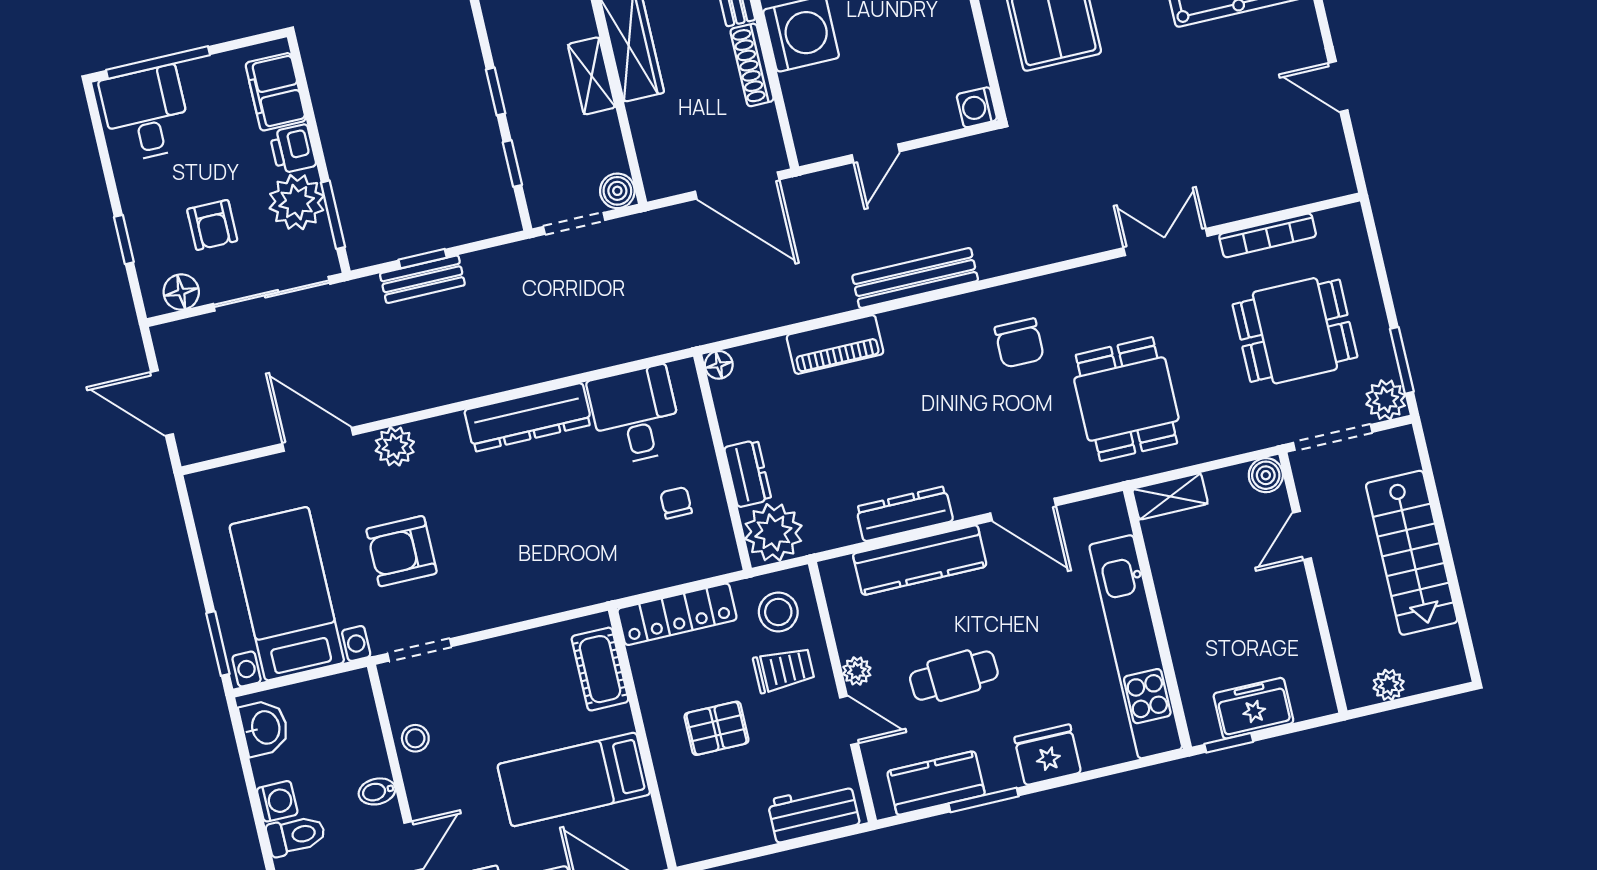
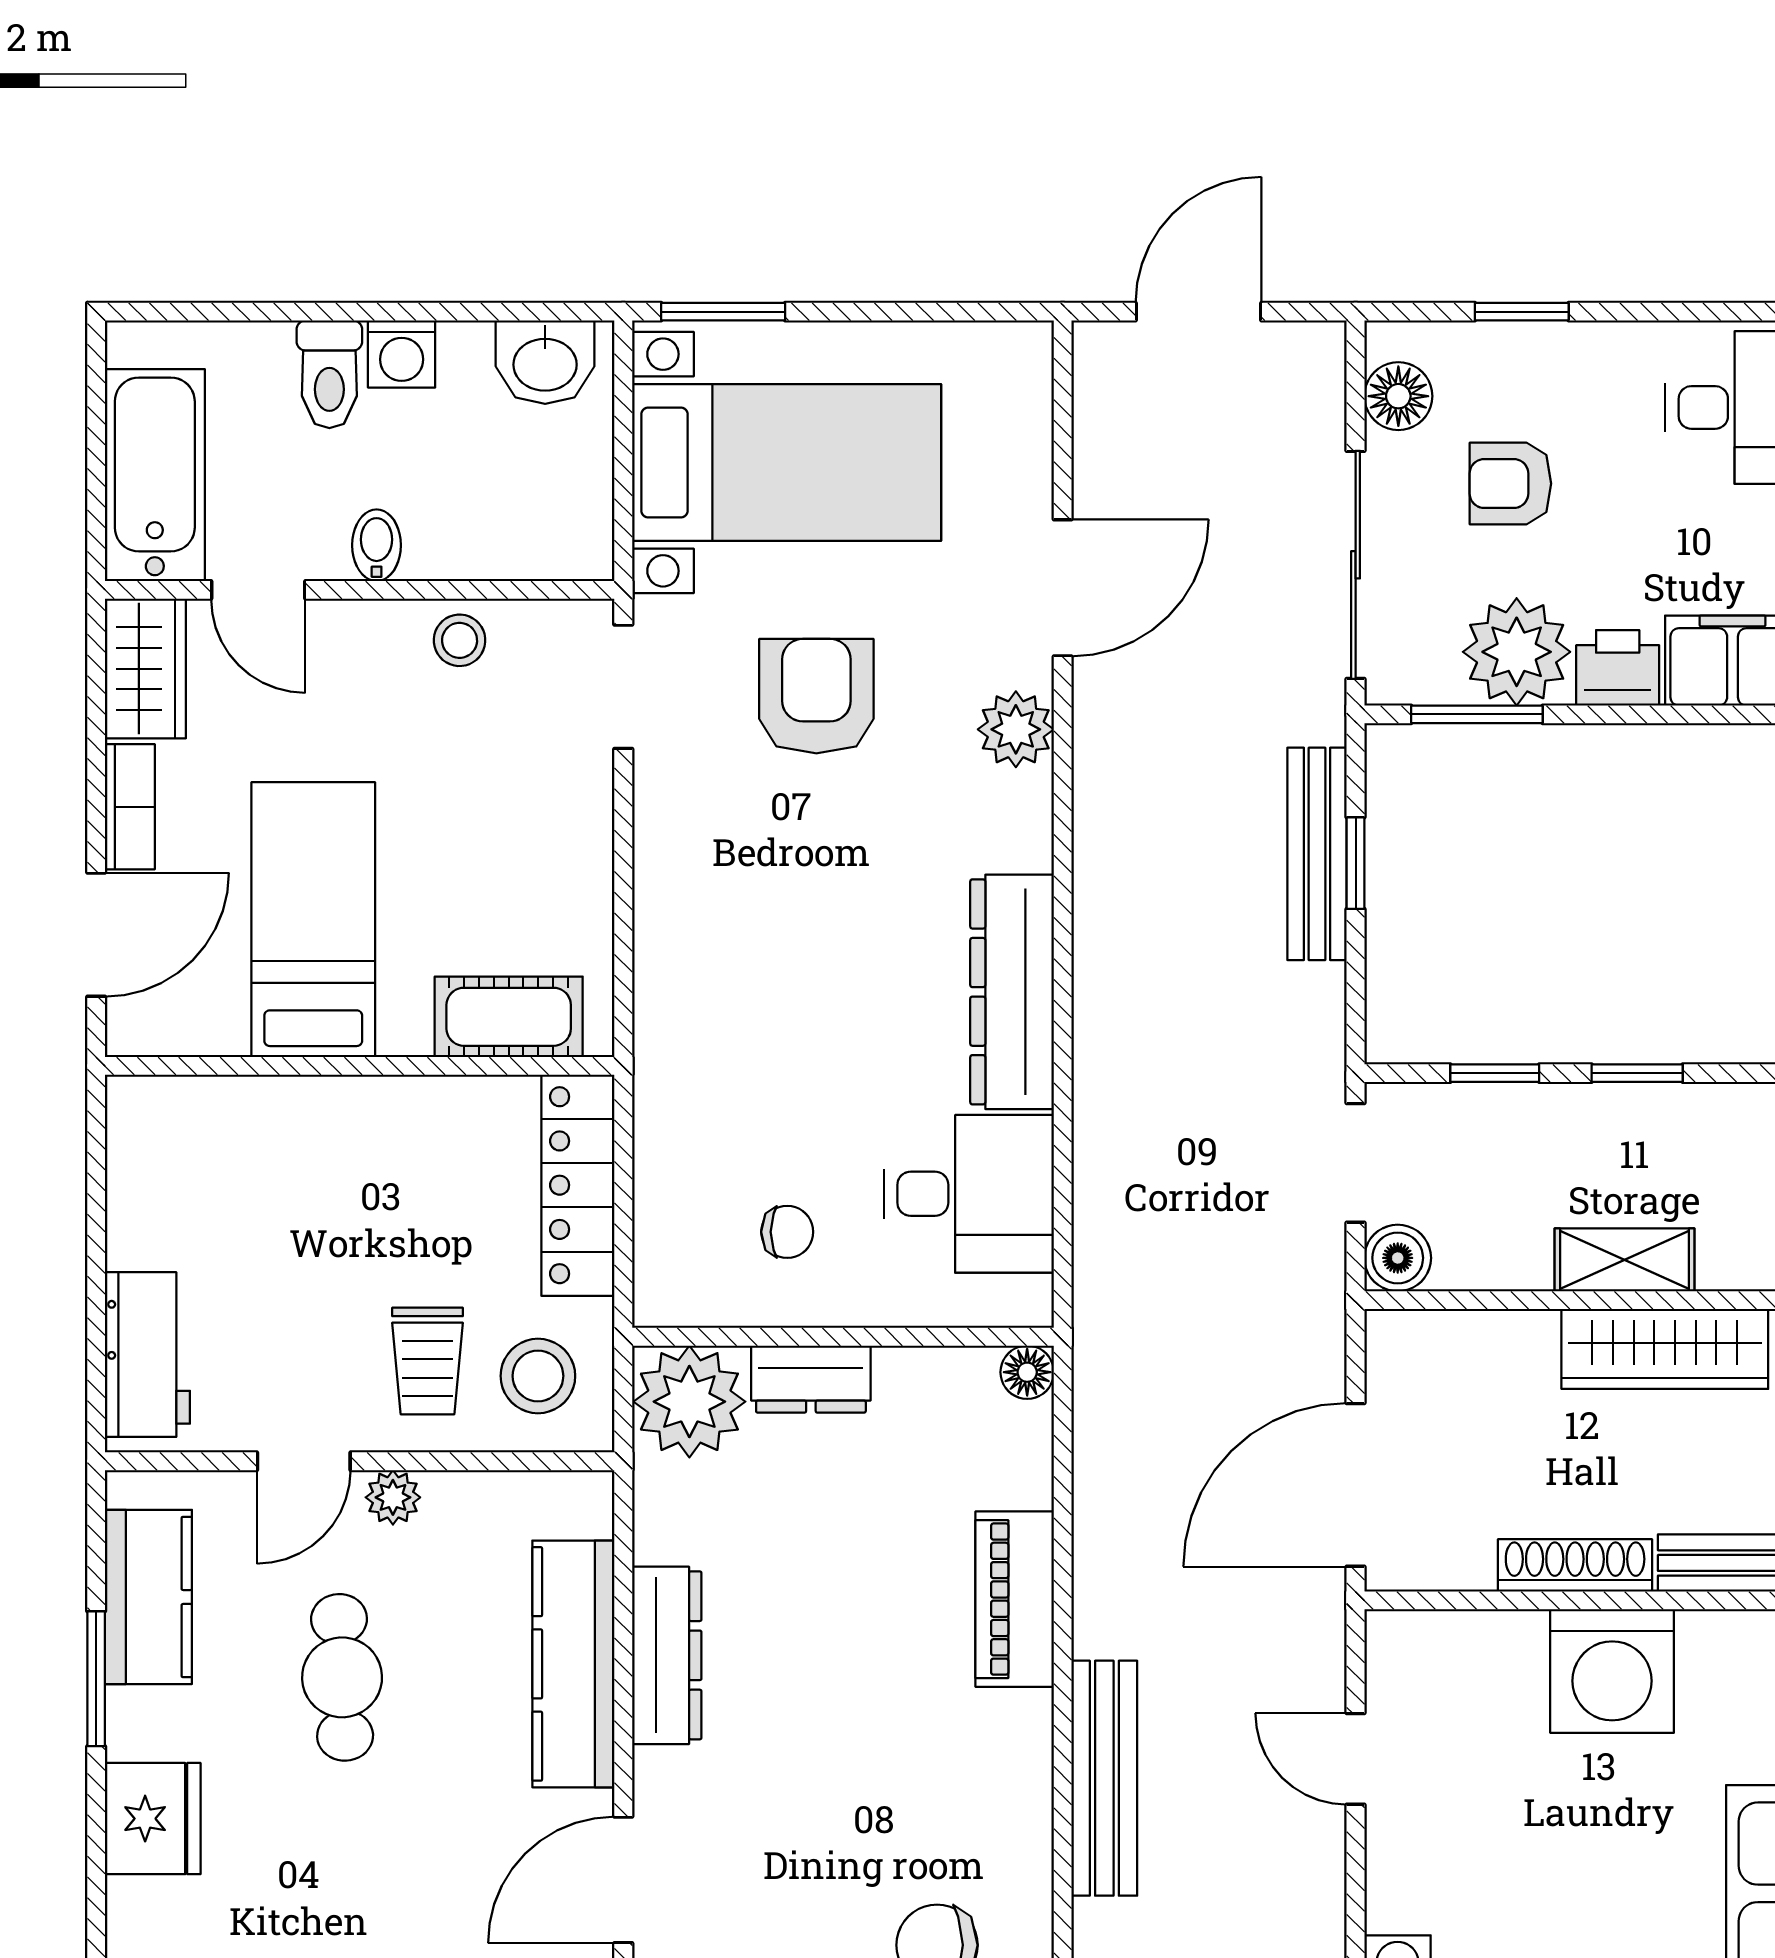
bench: (422, 279) -> (1317, 854), width x1.36
pallet: (716, 728) -> (347, 1209), removed

